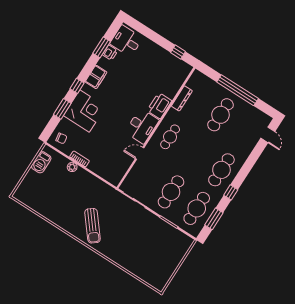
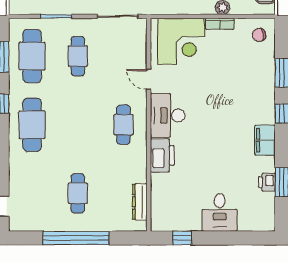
desk: (126, 41) -> (220, 212), moved, turned 90
dresser: (182, 98) -> (140, 202), moved
corner desk: (85, 111) -> (181, 41), moved, turned -90
cafe table: (220, 115) -> (78, 193), width x0.73, depth x0.74
door: (140, 153) -> (149, 79), swing flipped
cafe table: (171, 192) -> (78, 56), width x0.73, depth x0.74

